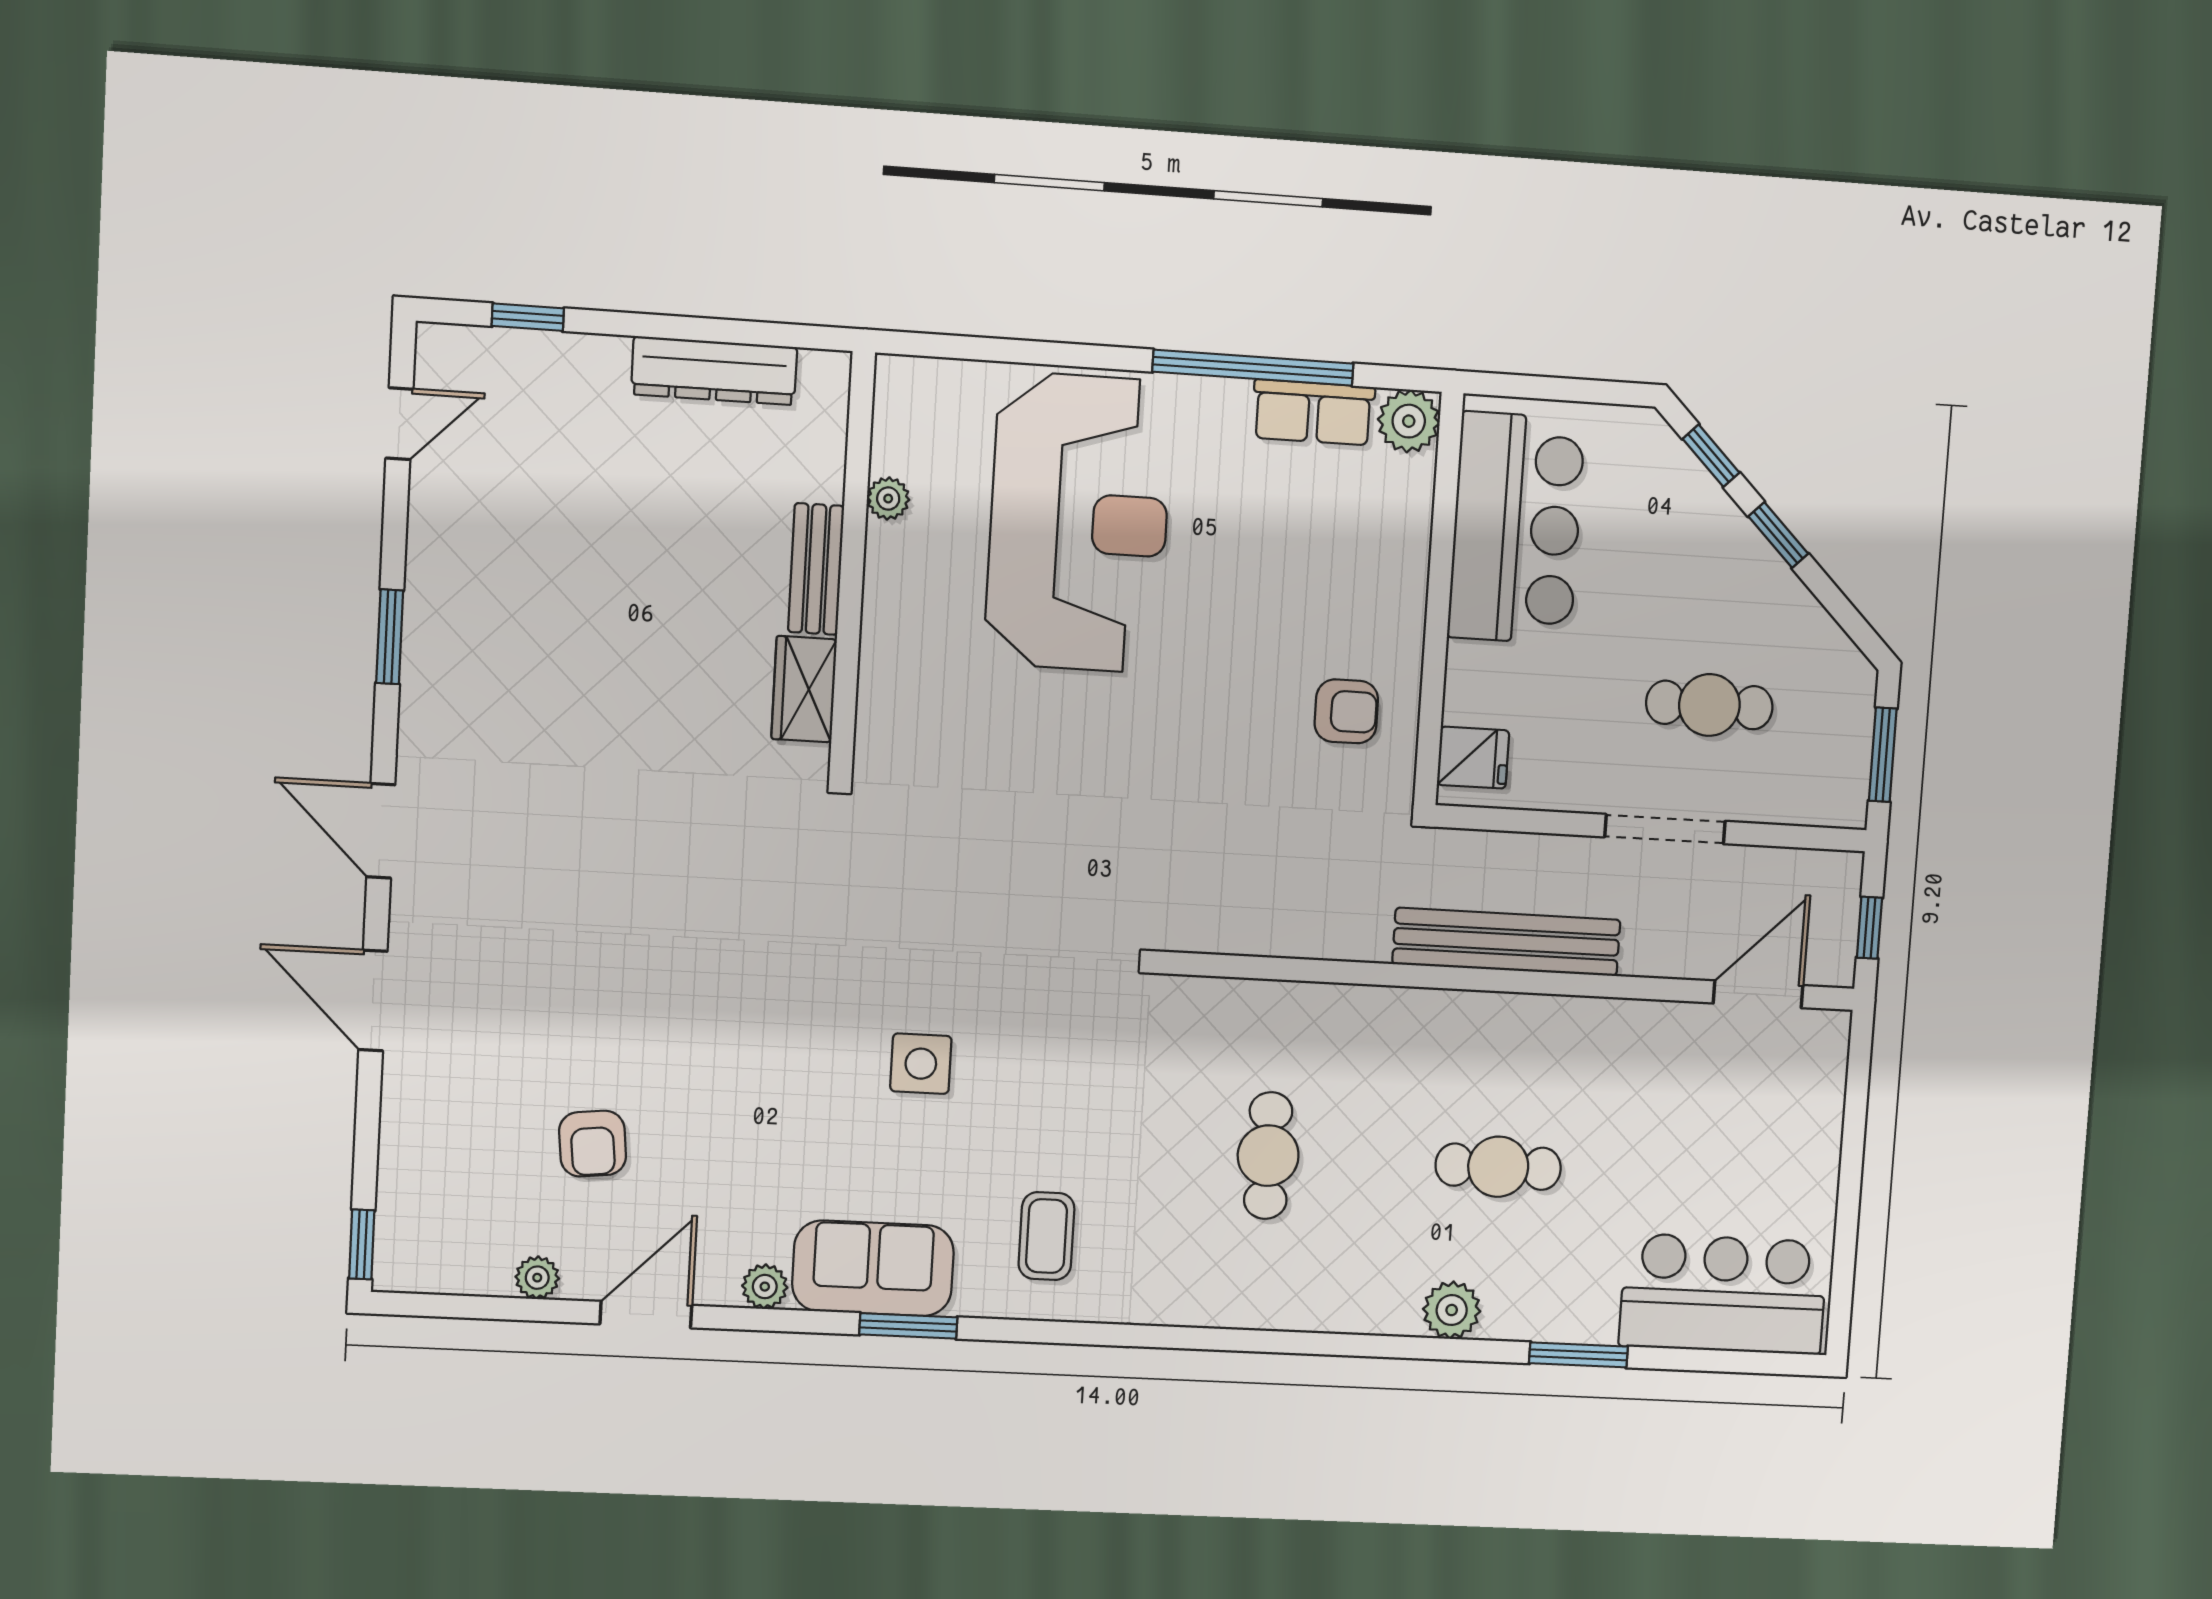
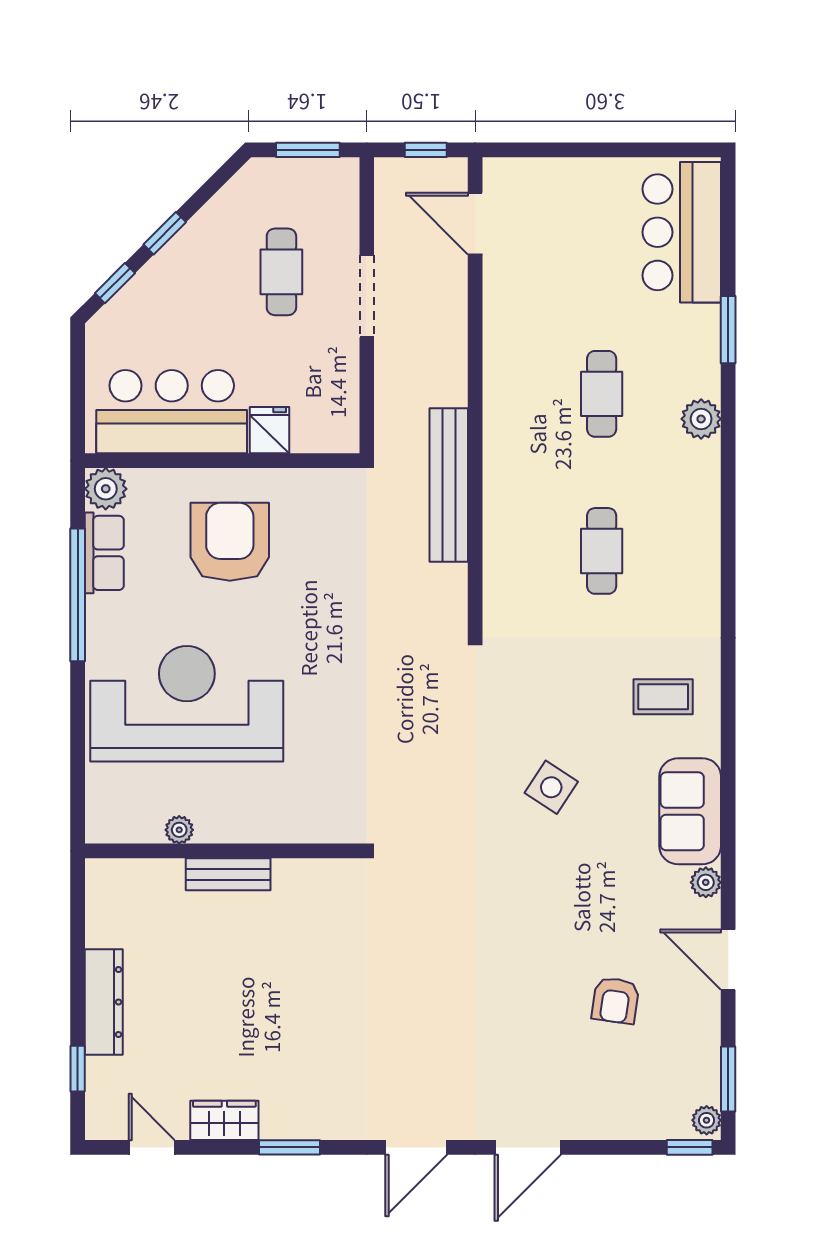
dresser: (714, 371) -> (104, 1002), moved
wardrobe: (804, 689) -> (224, 1120), moved, turned 180
armchair: (1346, 711) -> (230, 542), moved, width x1.88, depth x1.88
fridge: (1473, 758) -> (269, 430), moved
bench: (1506, 942) -> (449, 485), moved
side table: (921, 1064) -> (551, 787), turned 33
armchair: (593, 1144) -> (615, 1000), turned 104
cafe table: (1268, 1156) -> (602, 551), turned 90
plant: (537, 1278) -> (707, 1120), moved
window: (908, 1326) -> (728, 1079), moved

